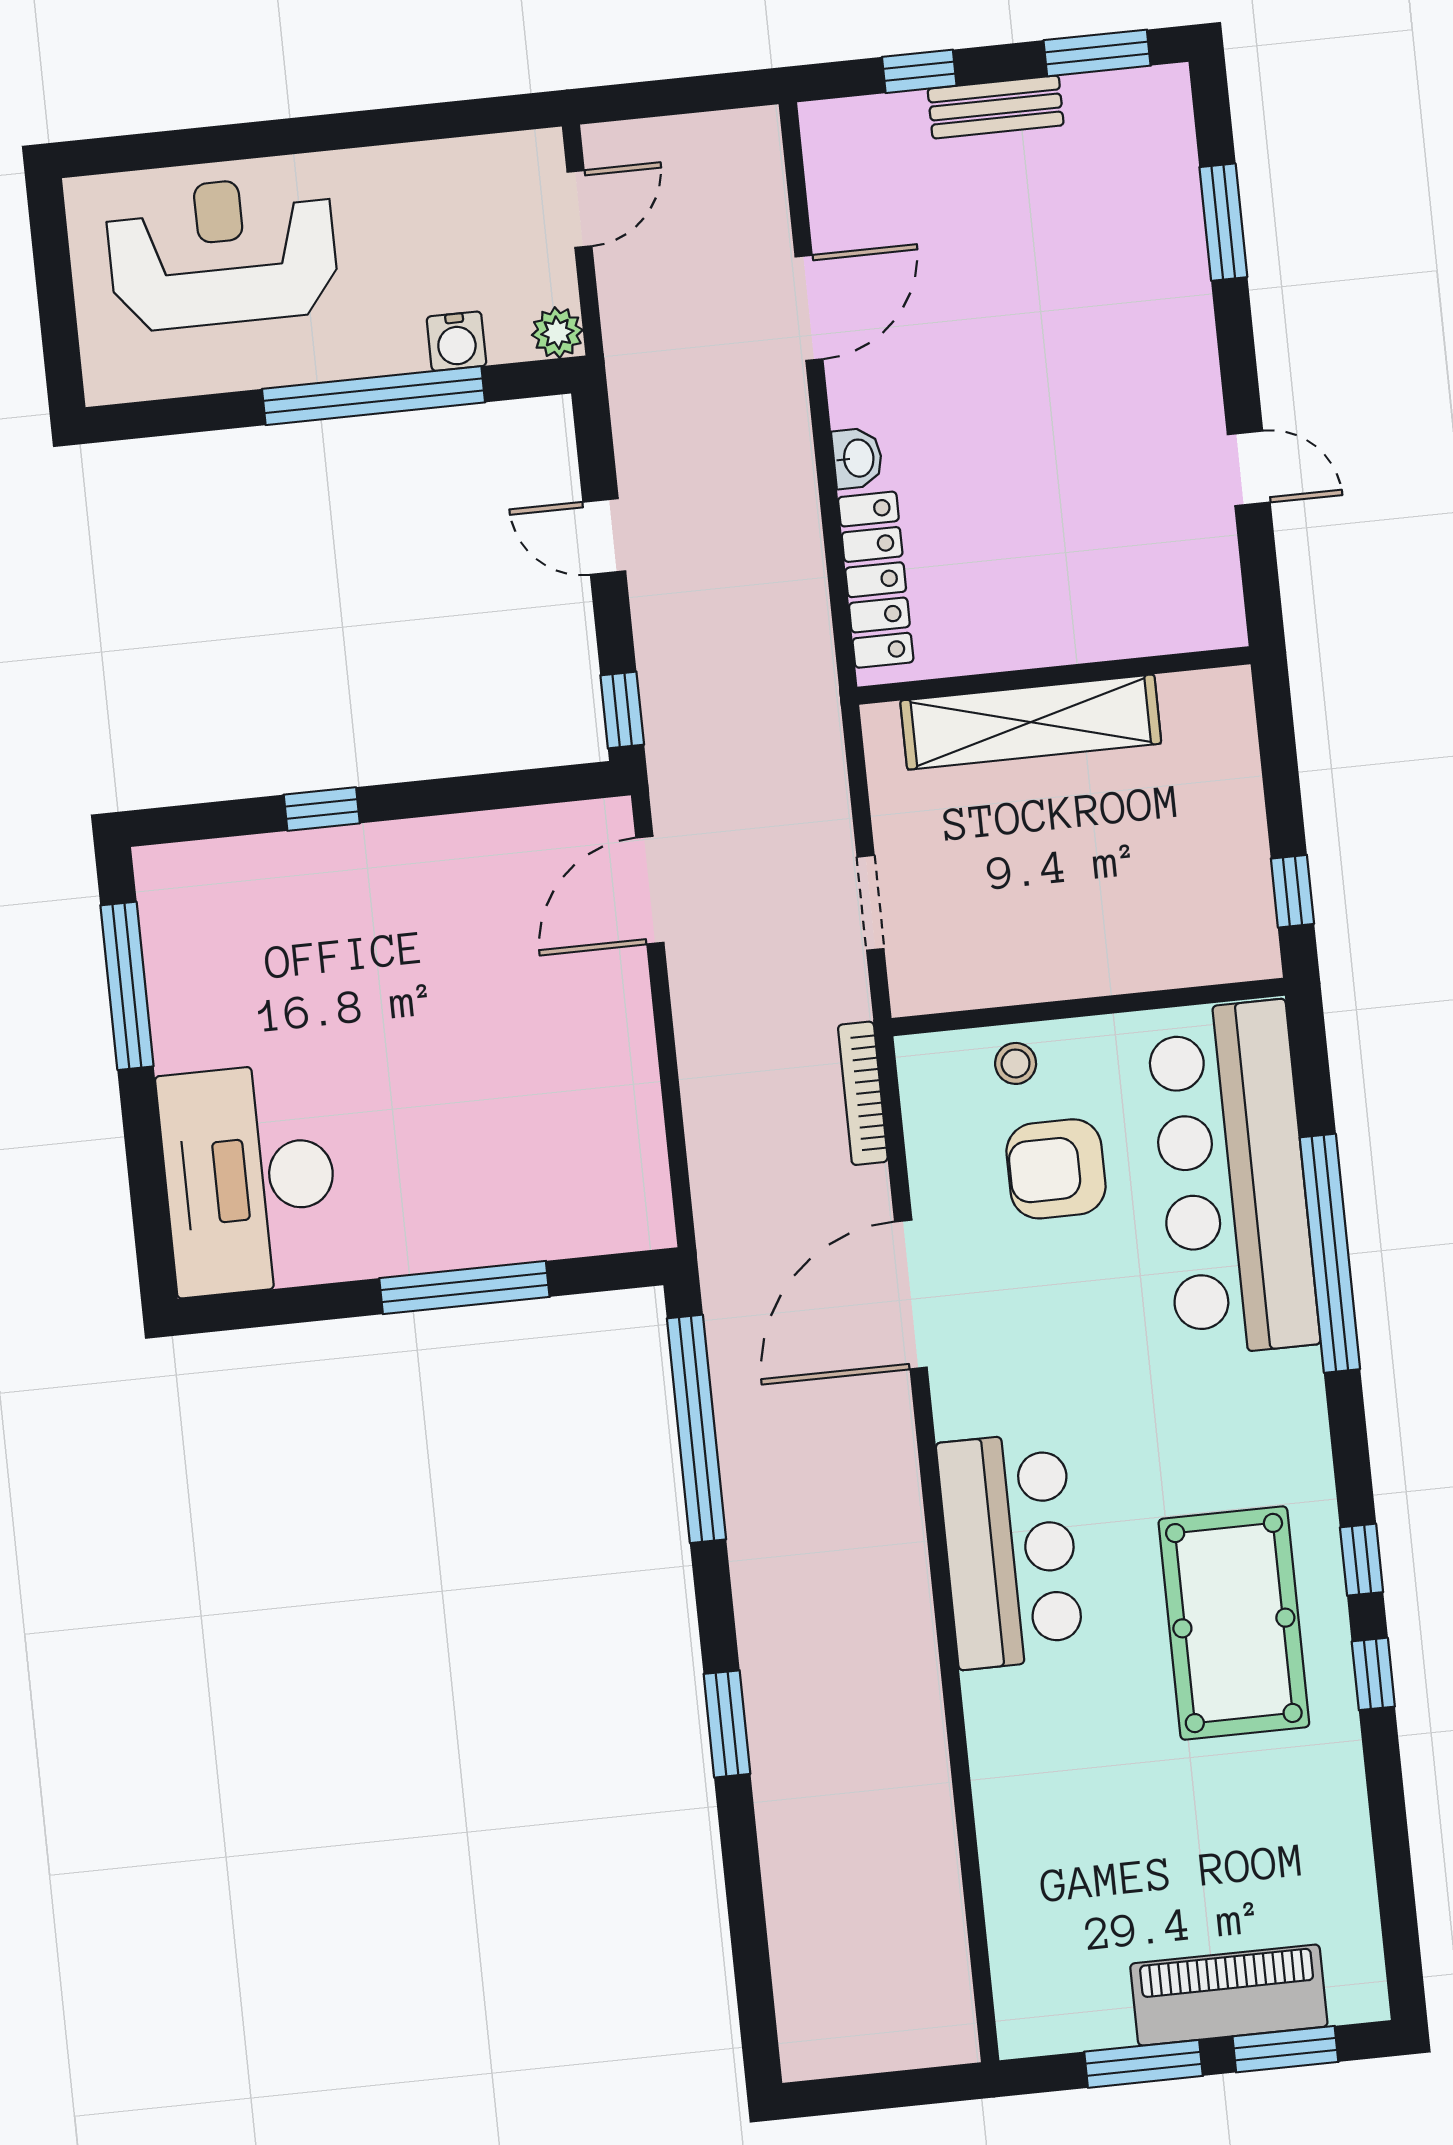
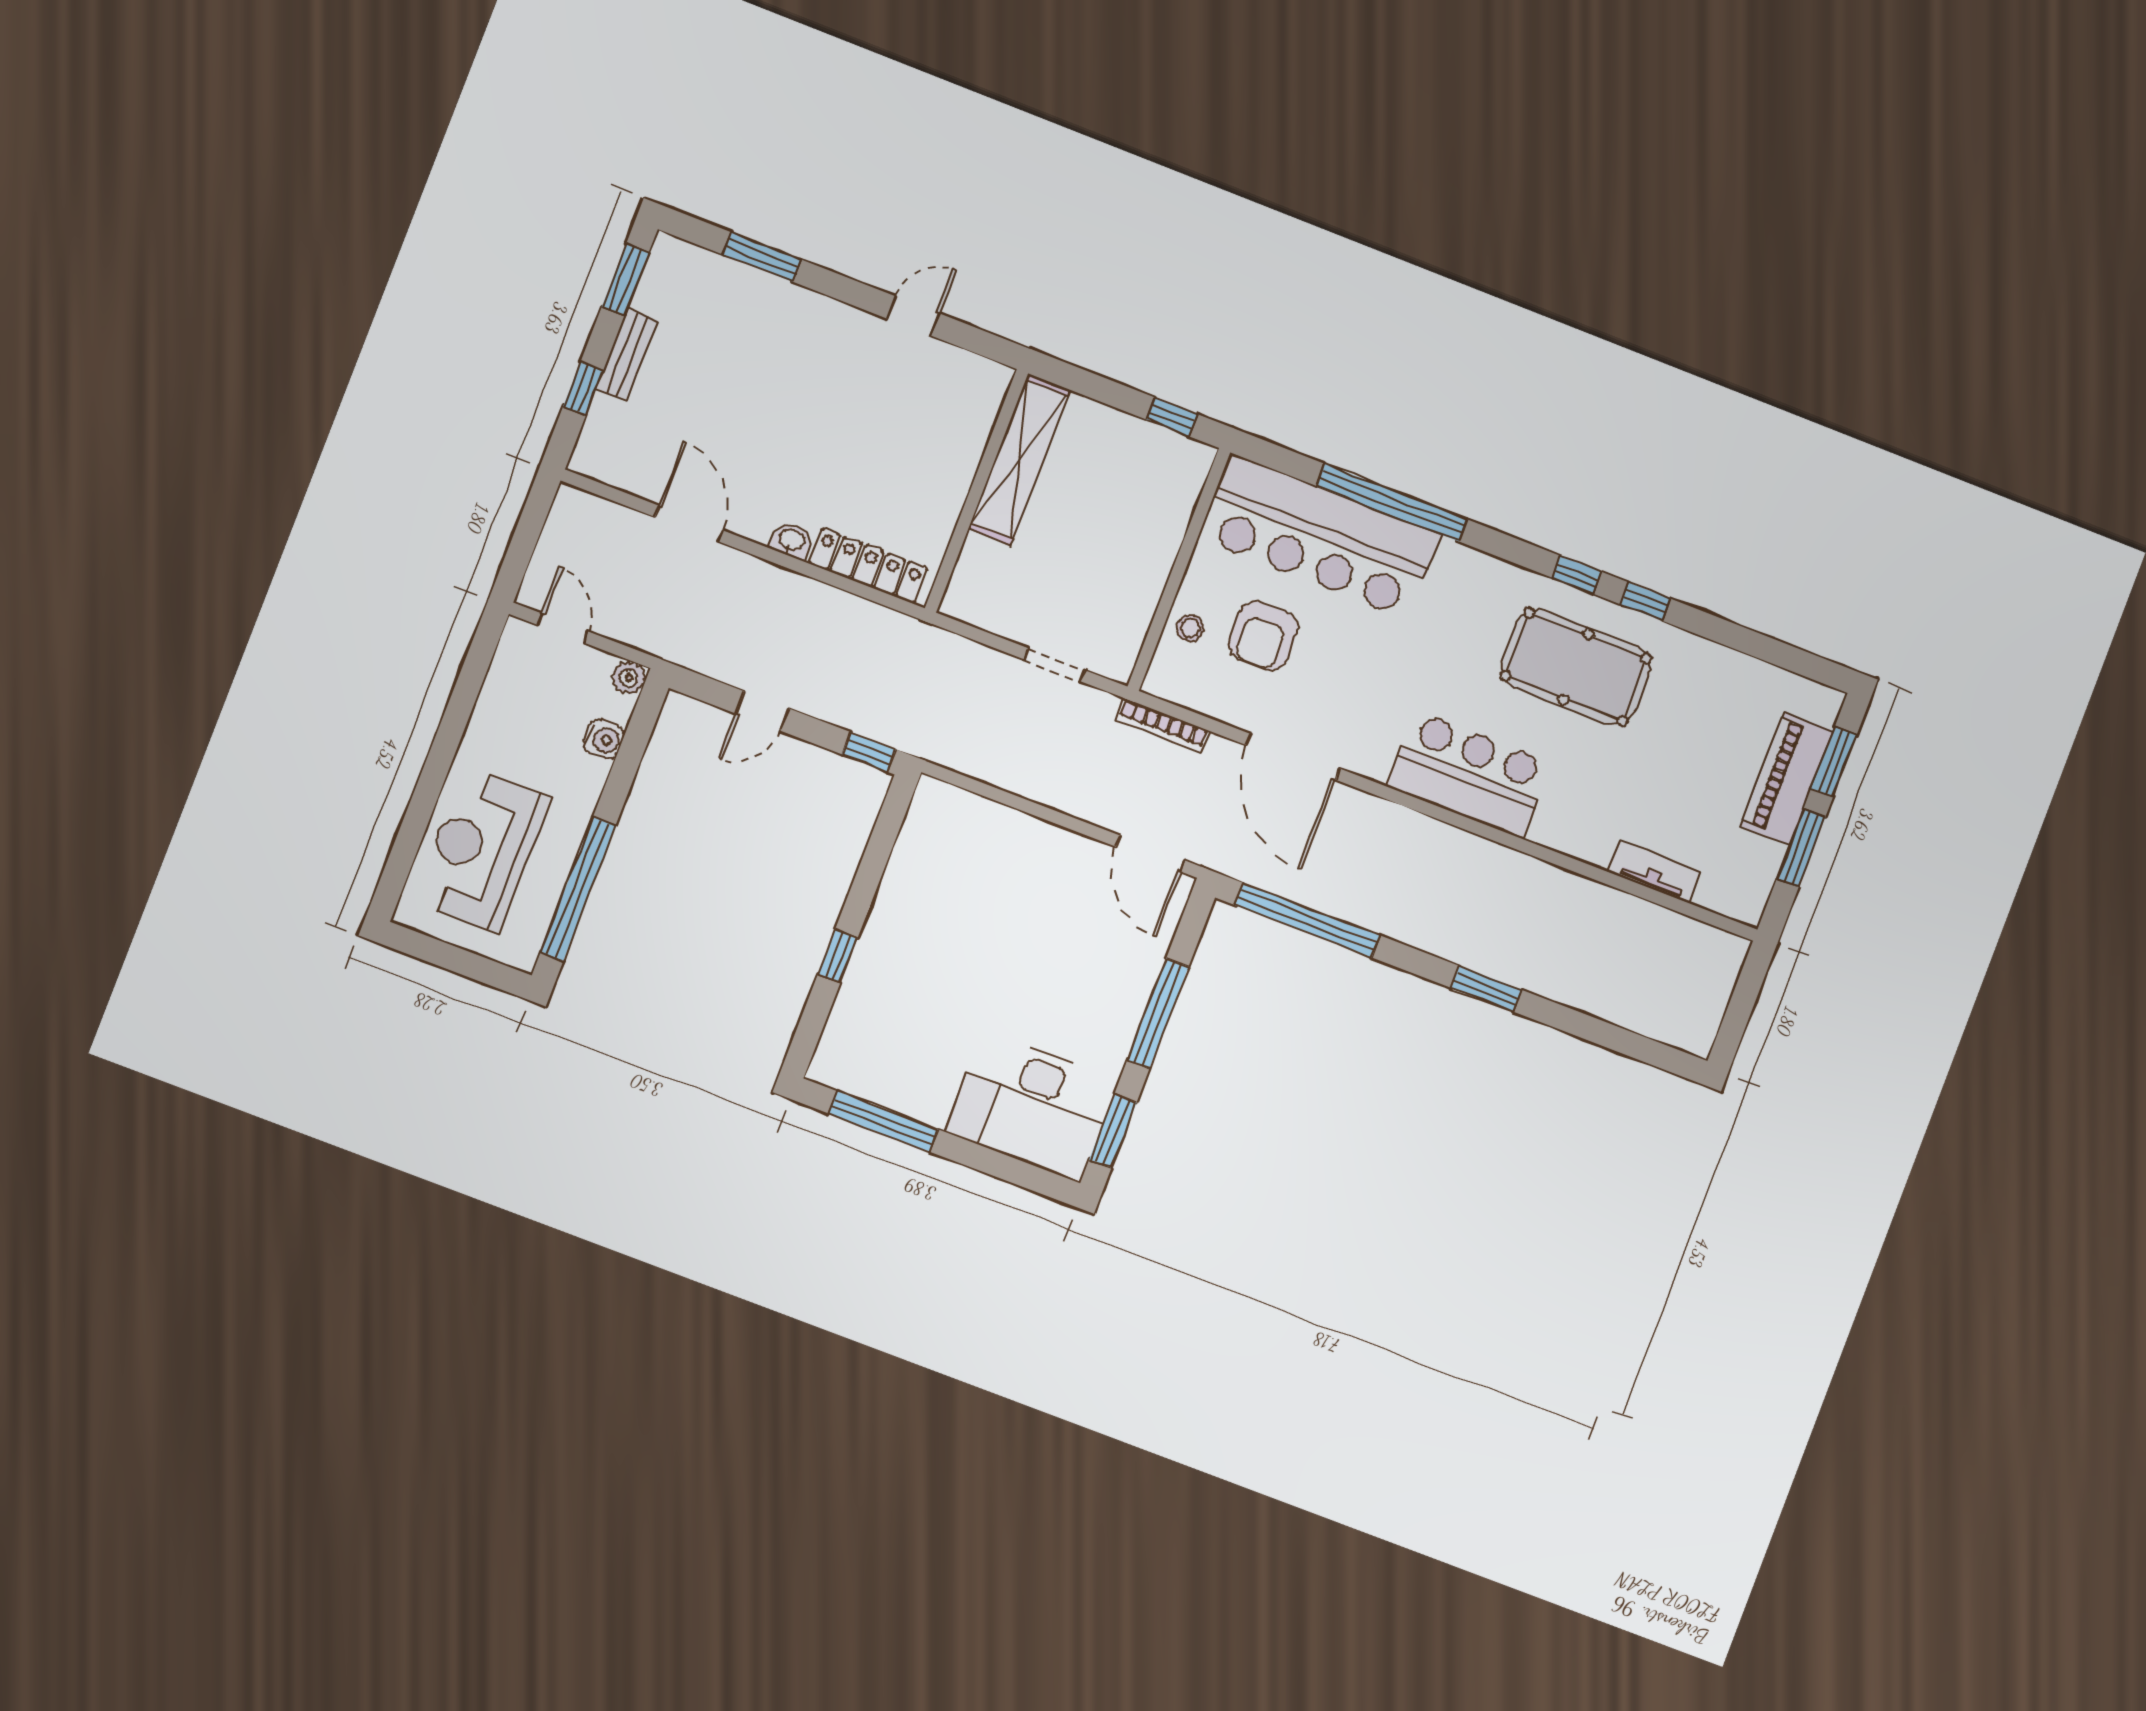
window: (374, 396) -> (578, 889), moved
shelving: (1031, 722) -> (1019, 459), moved
door: (650, 890) -> (1151, 854), moved
window: (272, 1307) -> (1113, 1131), added
tv unit: (1006, 1877) -> (1655, 872), added

